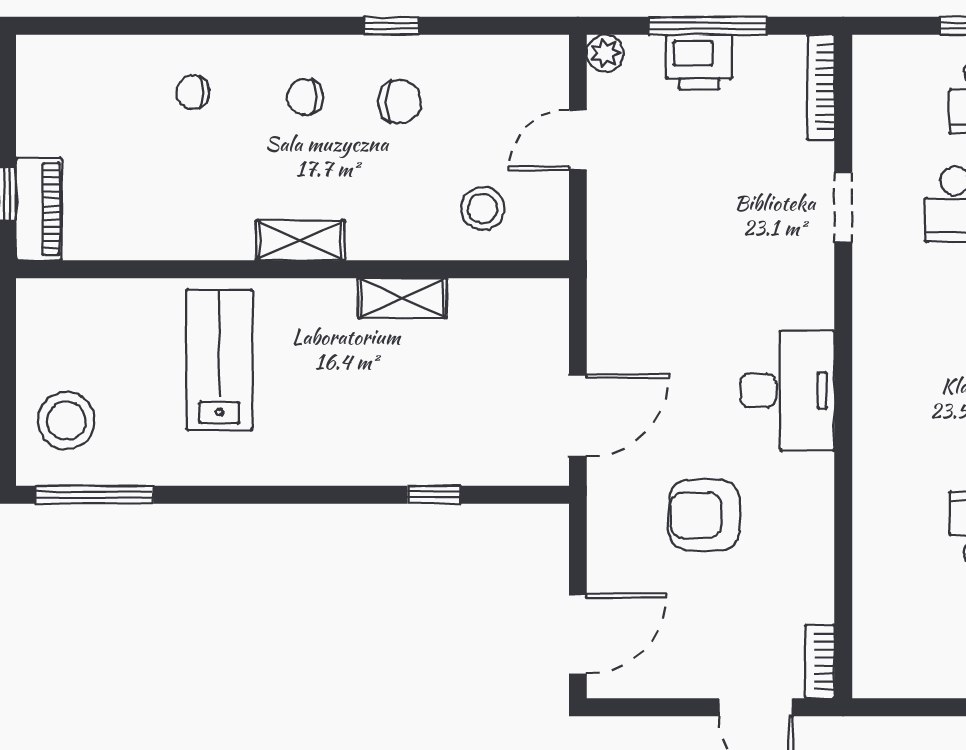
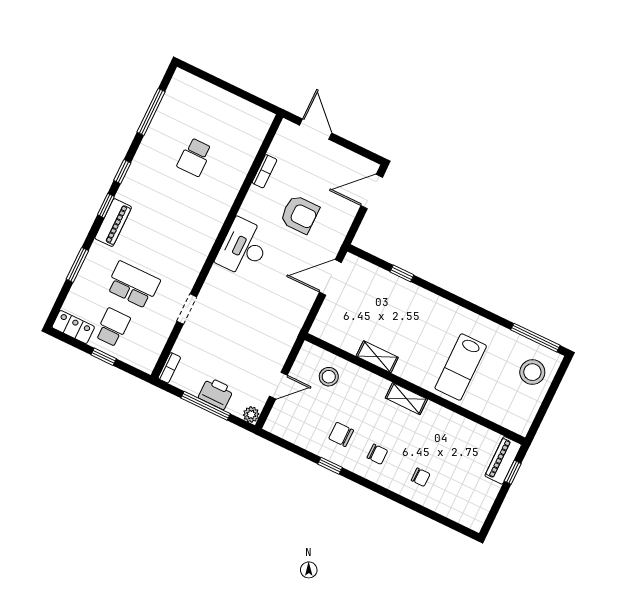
bookcase: (821, 87) -> (169, 368), width x0.64
bookcase: (820, 661) -> (264, 171), moved

